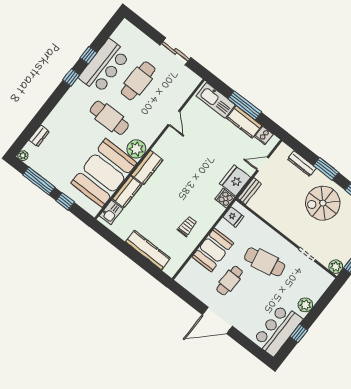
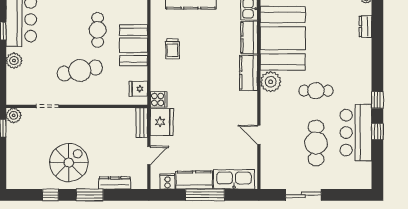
cafe table: (109, 118) -> (316, 91), width x0.73, depth x0.74

